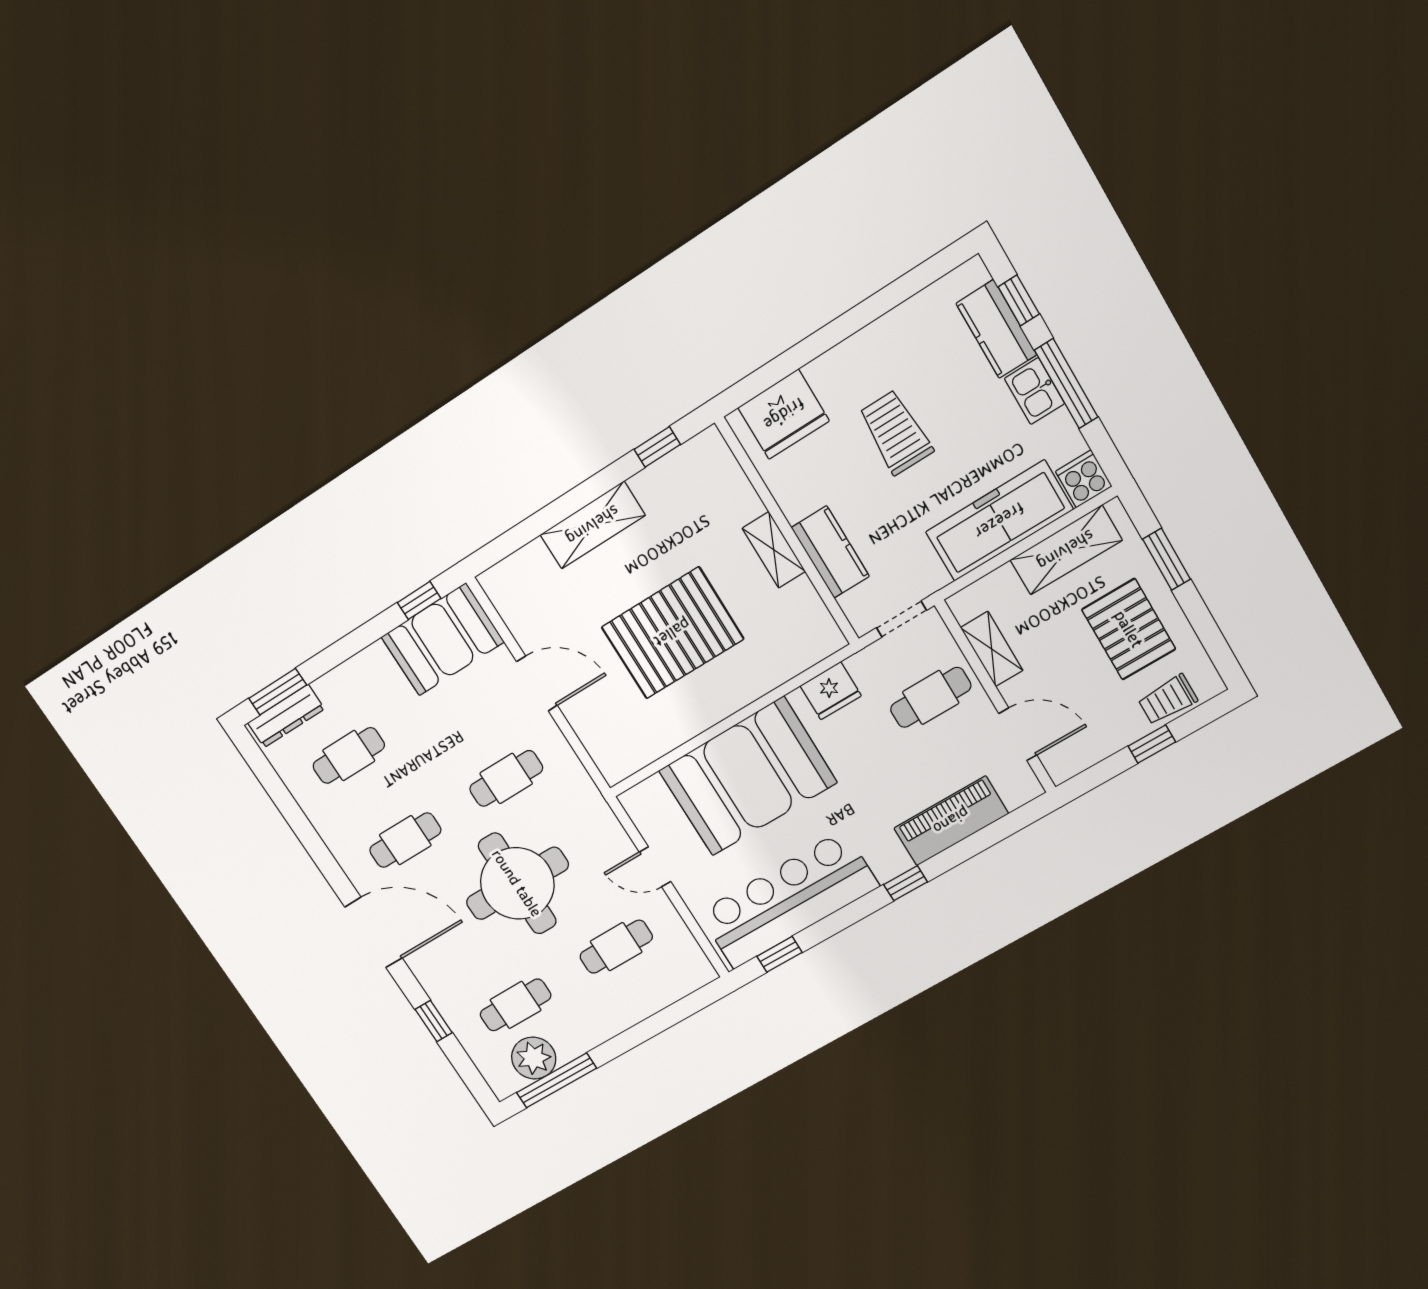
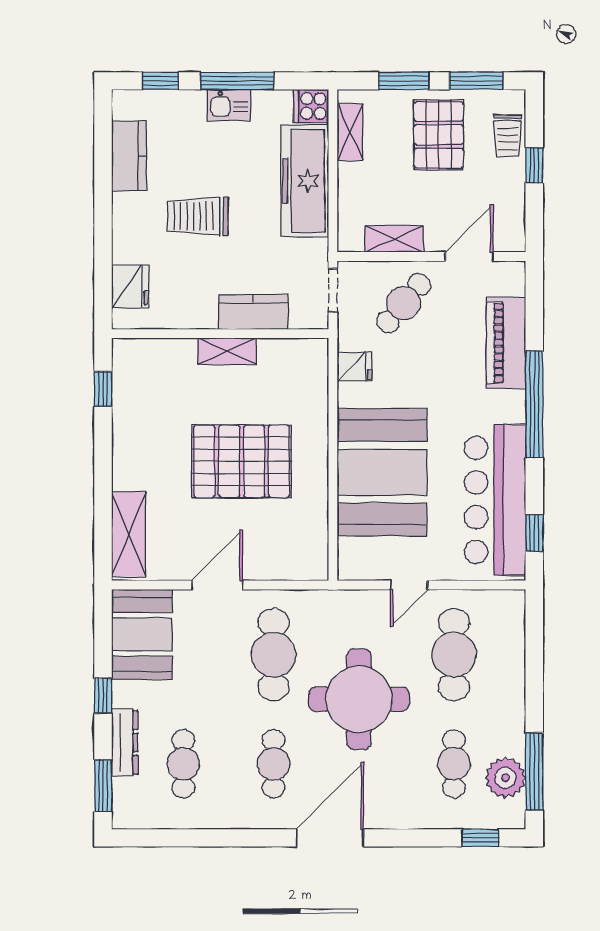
kitchen counter: (996, 329) -> (129, 156), moved, turned -90
fridge: (784, 414) -> (130, 286), width x0.73, depth x0.75
shelving: (593, 525) -> (129, 534), moved
shelving: (1066, 550) -> (350, 132), width x0.67, depth x0.75
window: (419, 600) -> (103, 695), moved
pallet: (1129, 629) -> (439, 135), turned 90
pallet: (672, 633) -> (242, 461), turned 90
window: (1209, 634) -> (476, 81), added
fridge: (831, 691) -> (355, 367), width x0.72
cafe table: (931, 697) -> (404, 303), turned 40
dresser: (286, 716) -> (125, 743), moved
cafe table: (506, 778) -> (274, 655), width x1.37, depth x1.35
window: (906, 883) -> (534, 404), width x3.17
cafe table: (616, 947) -> (454, 655), width x1.37, depth x1.35
window: (434, 1021) -> (480, 838), moved

